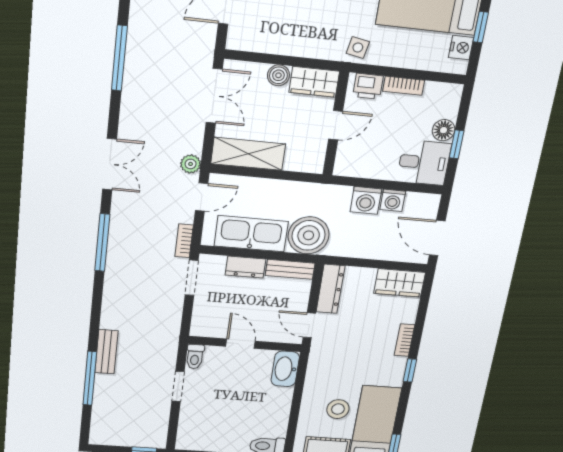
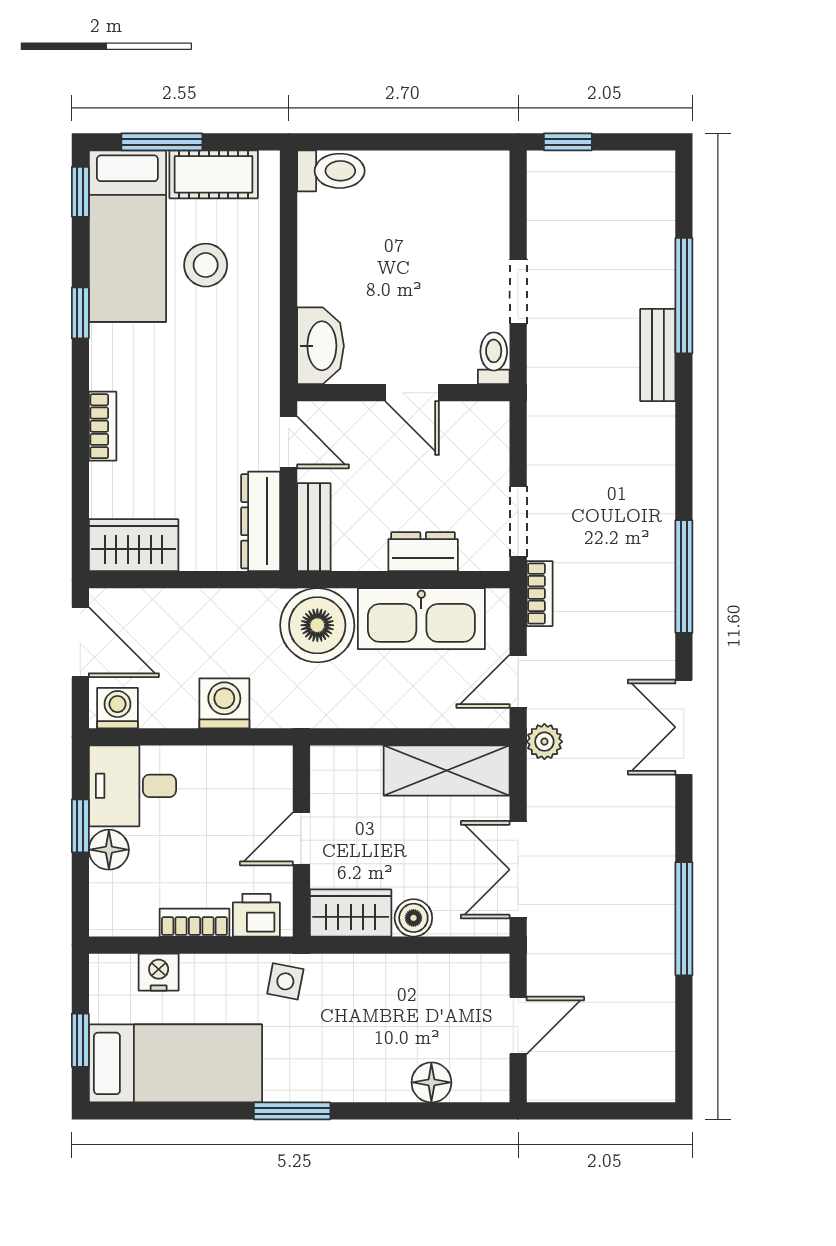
nightstand: (461, 48) -> (159, 972), moved, turned 90
washing machine: (393, 200) -> (118, 708), moved
bench: (290, 269) -> (314, 527), moved, turned 90
window: (410, 370) -> (80, 313), moved

